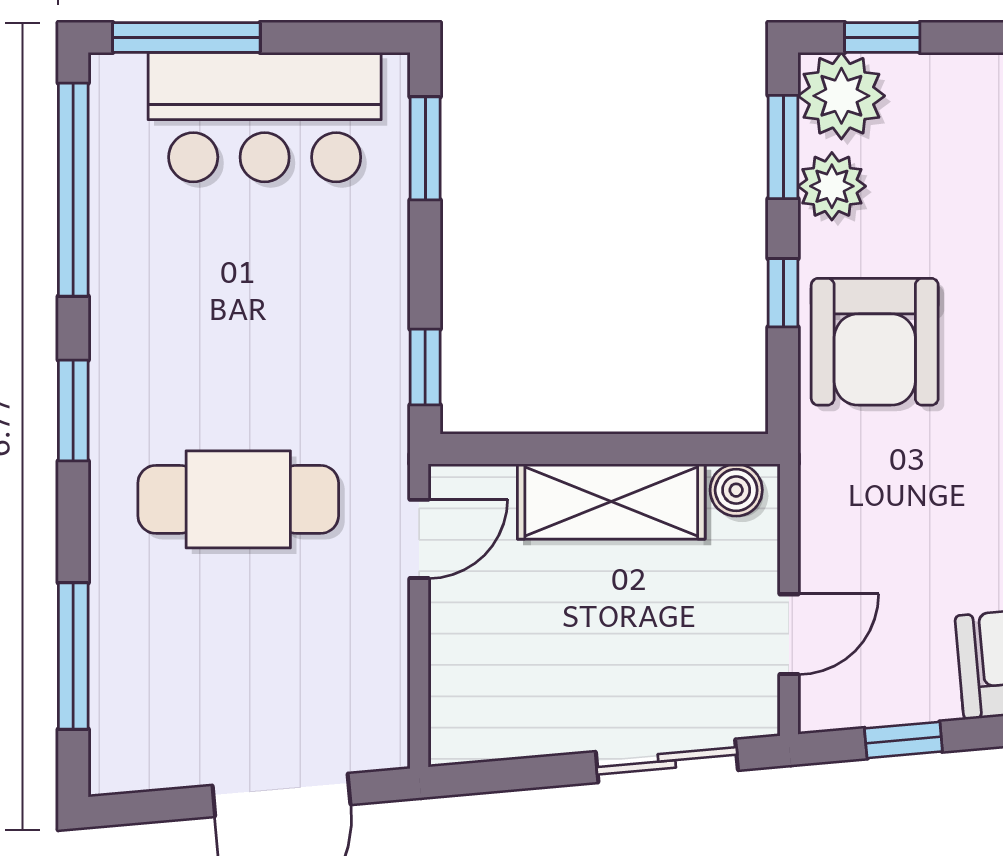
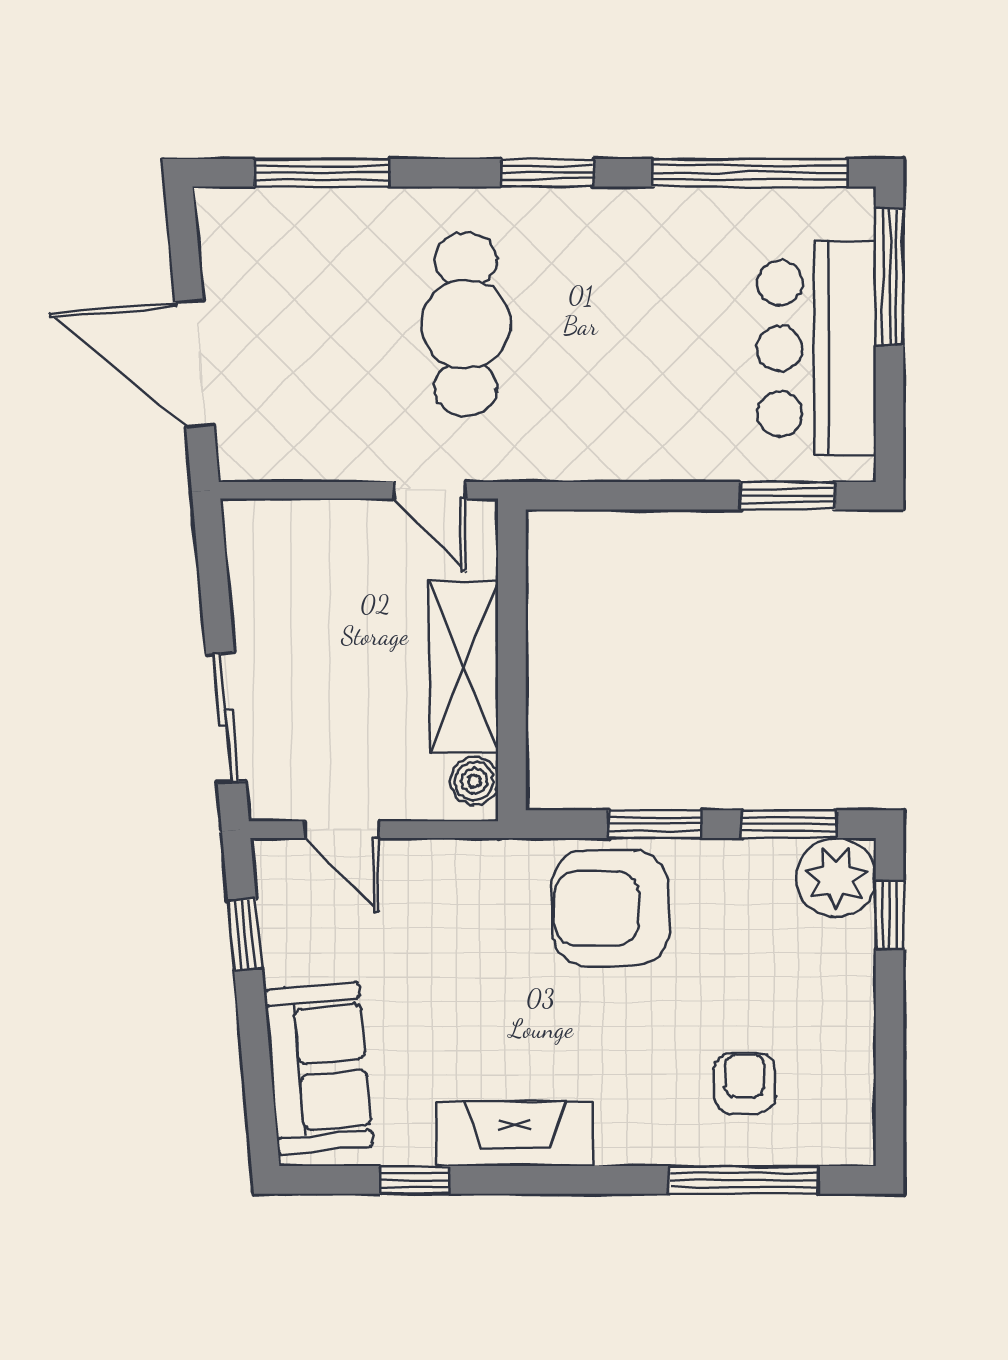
plant: (832, 186) -> (753, 869), removed
window: (783, 293) -> (655, 824), width x1.50
window: (425, 367) -> (587, 496), removed

